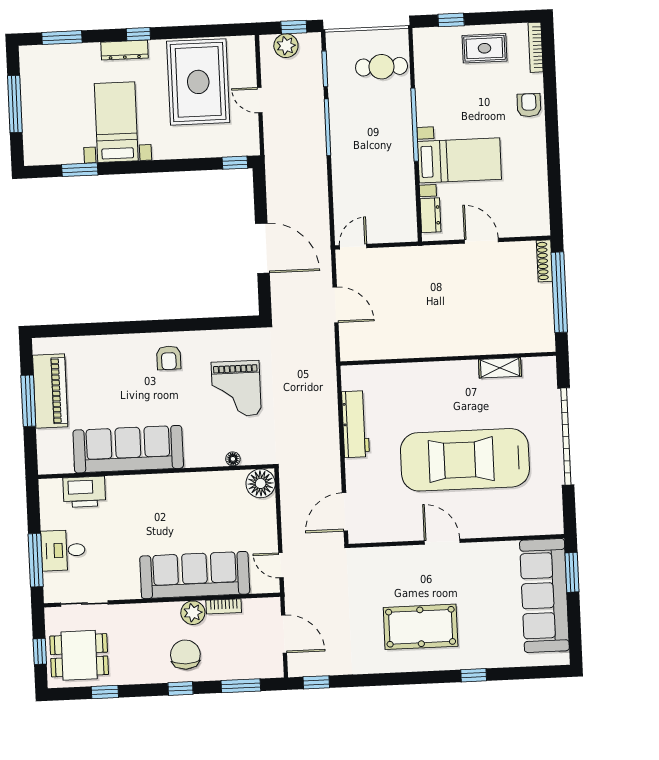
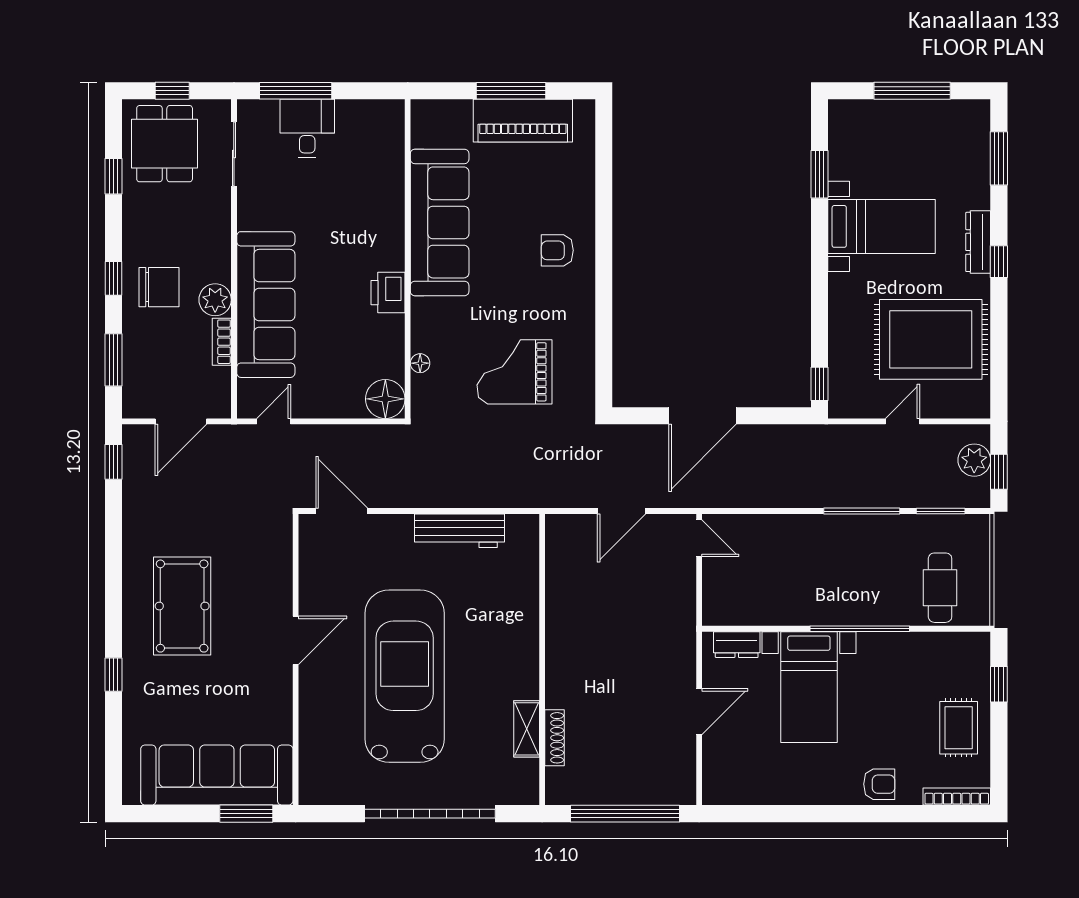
shoe rack: (545, 261) -> (555, 738), moved, turned 90
armchair: (169, 358) -> (557, 250), moved
printer: (84, 492) -> (388, 293), moved, width x0.73, depth x0.84

